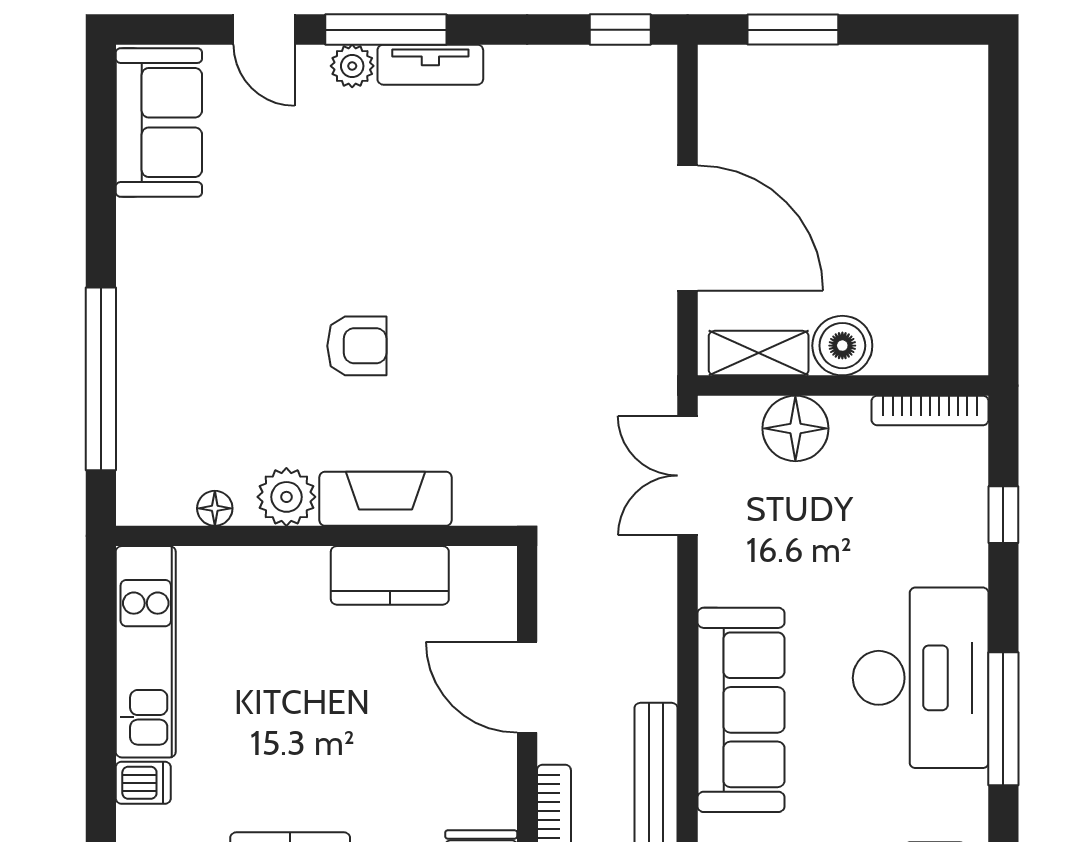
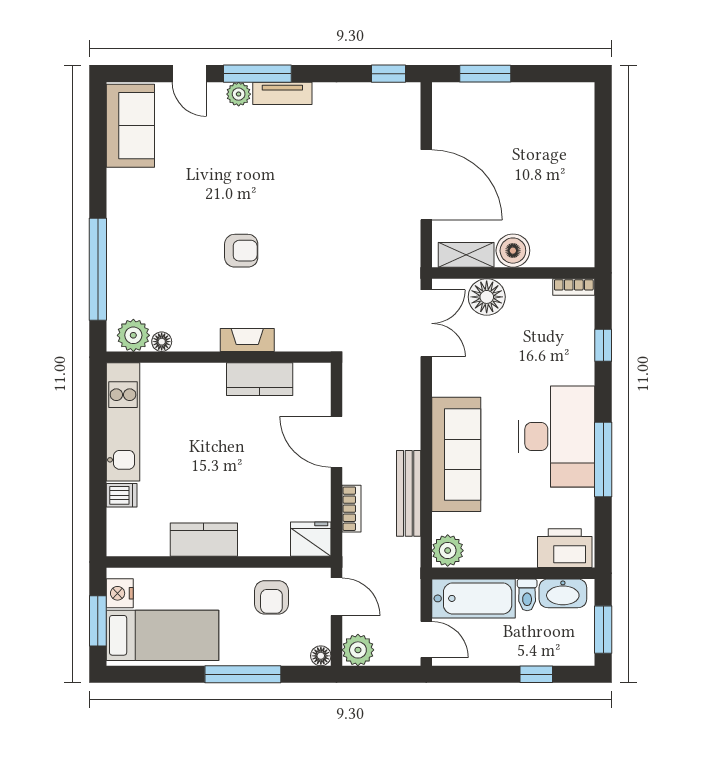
bookcase: (930, 410) -> (574, 287), width x0.64
double door: (688, 476) -> (426, 323), swing flipped
plant: (286, 497) -> (133, 335), moved
fireplace: (385, 499) -> (247, 340), width x0.73, depth x0.76

